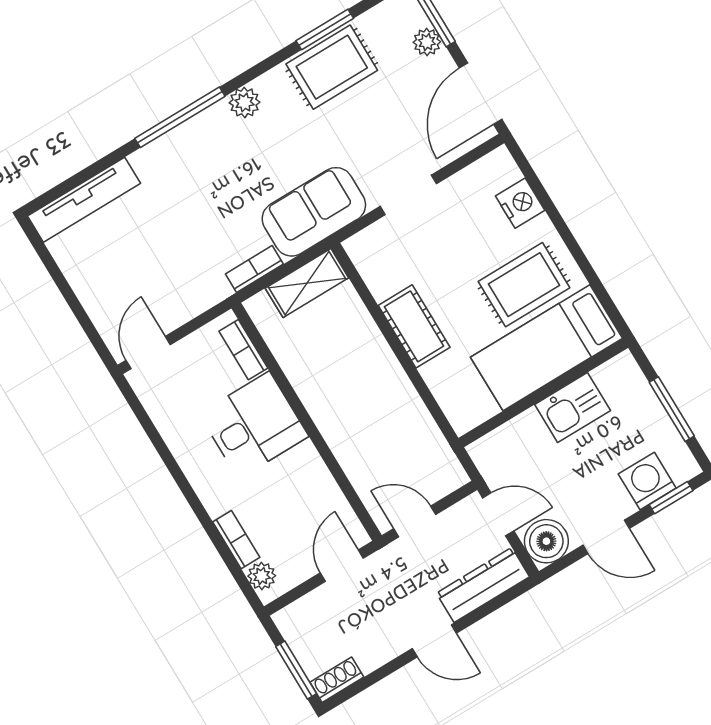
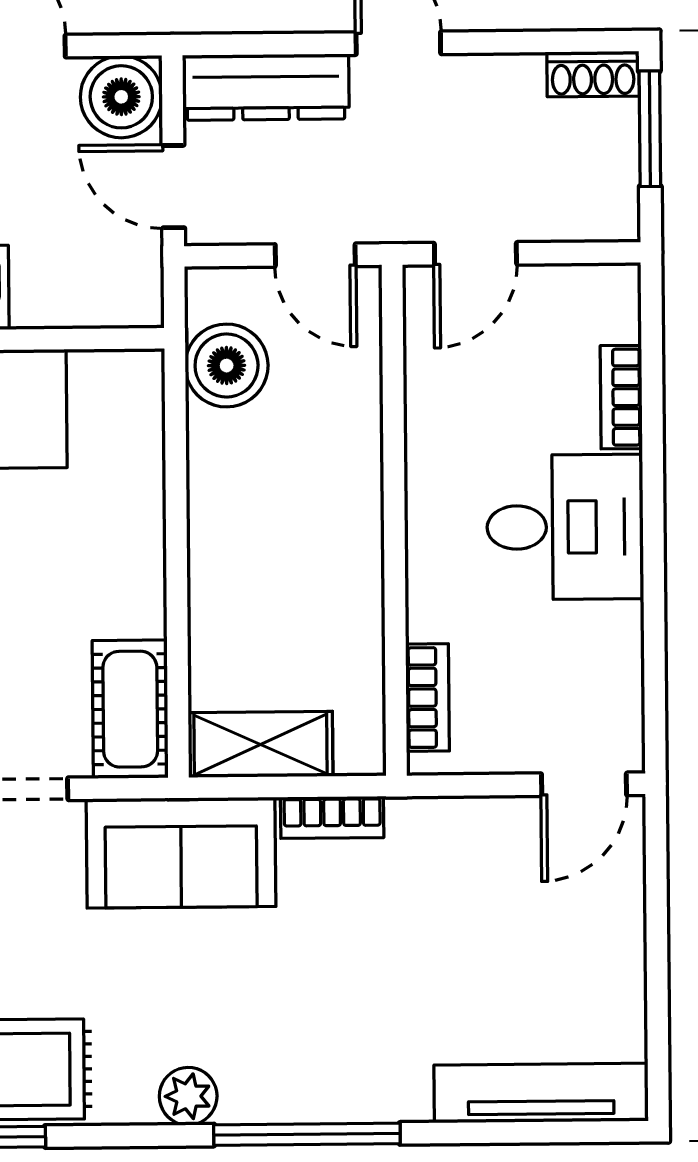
cot: (414, 326) -> (130, 709), moved
desk: (254, 425) -> (565, 527), moved, turned 180
boiler: (425, 447) -> (227, 366), added
plant: (262, 576) -> (615, 314), removed

